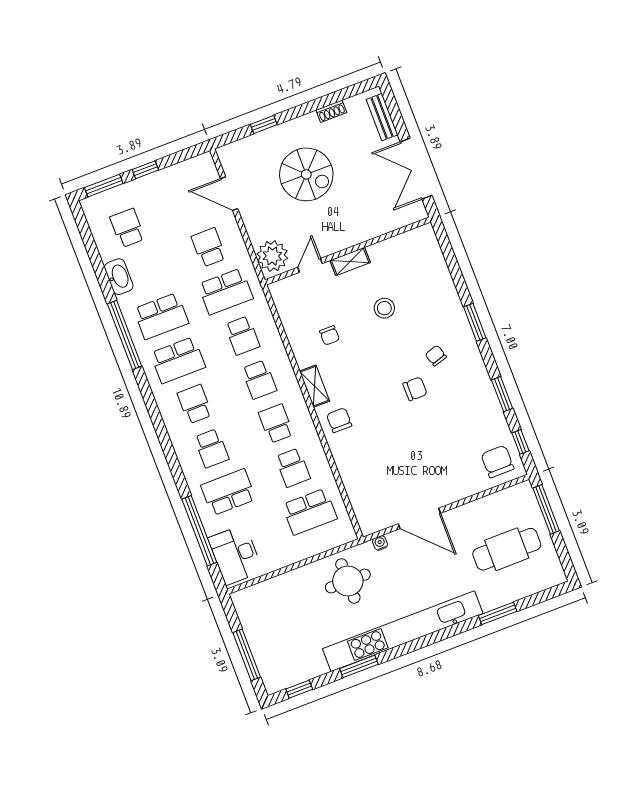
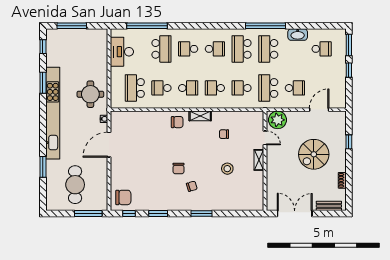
desk: (235, 555) -> (122, 52), moved, turned -90

